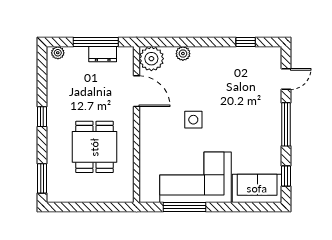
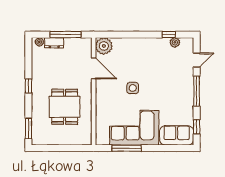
dresser: (103, 54) -> (54, 43), moved
plant: (183, 54) -> (175, 42), moved

